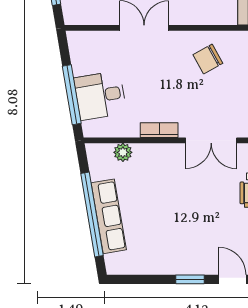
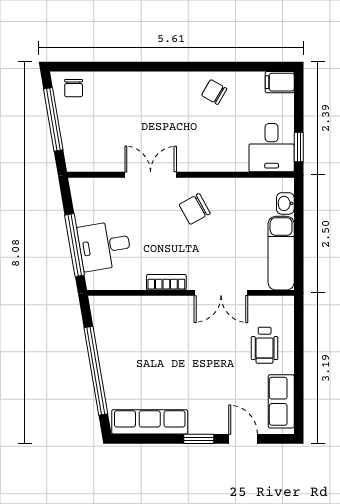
chair: (208, 59) -> (195, 209), moved
plant: (123, 152) -> (128, 305), removed
row of seats: (109, 216) -> (150, 422), moved, turned -80

